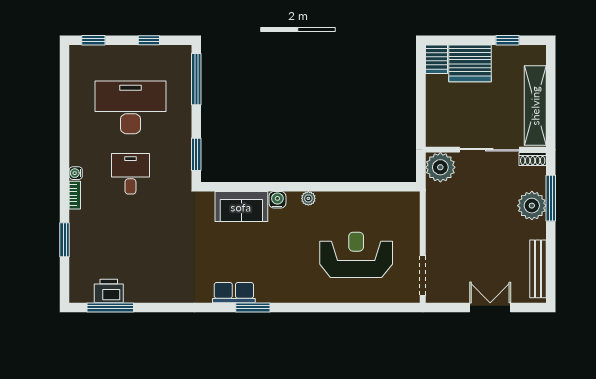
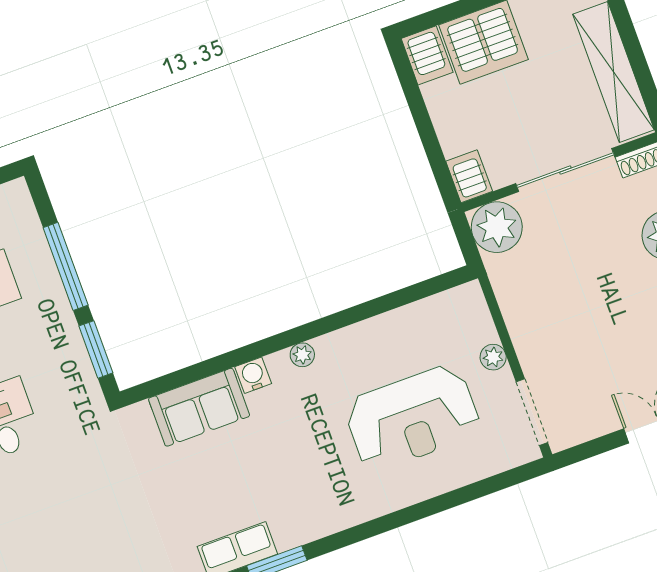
window: (196, 79) -> (66, 266), moved
server rack: (435, 134) -> (469, 176), added
plant: (412, 238) -> (493, 357), added
reception desk: (356, 255) -> (412, 418), turned 180

